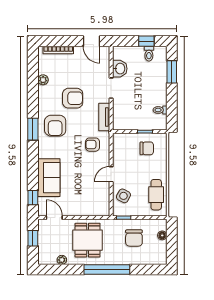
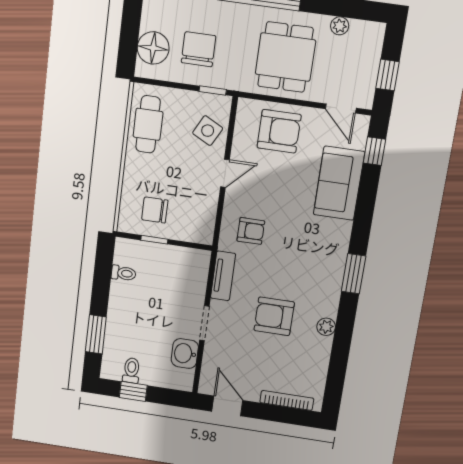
plant: (43, 80) -> (326, 327), moved
armchair: (55, 126) -> (279, 131), moved, turned 90
floor lamp: (162, 235) -> (153, 48), width x1.89, depth x1.89

